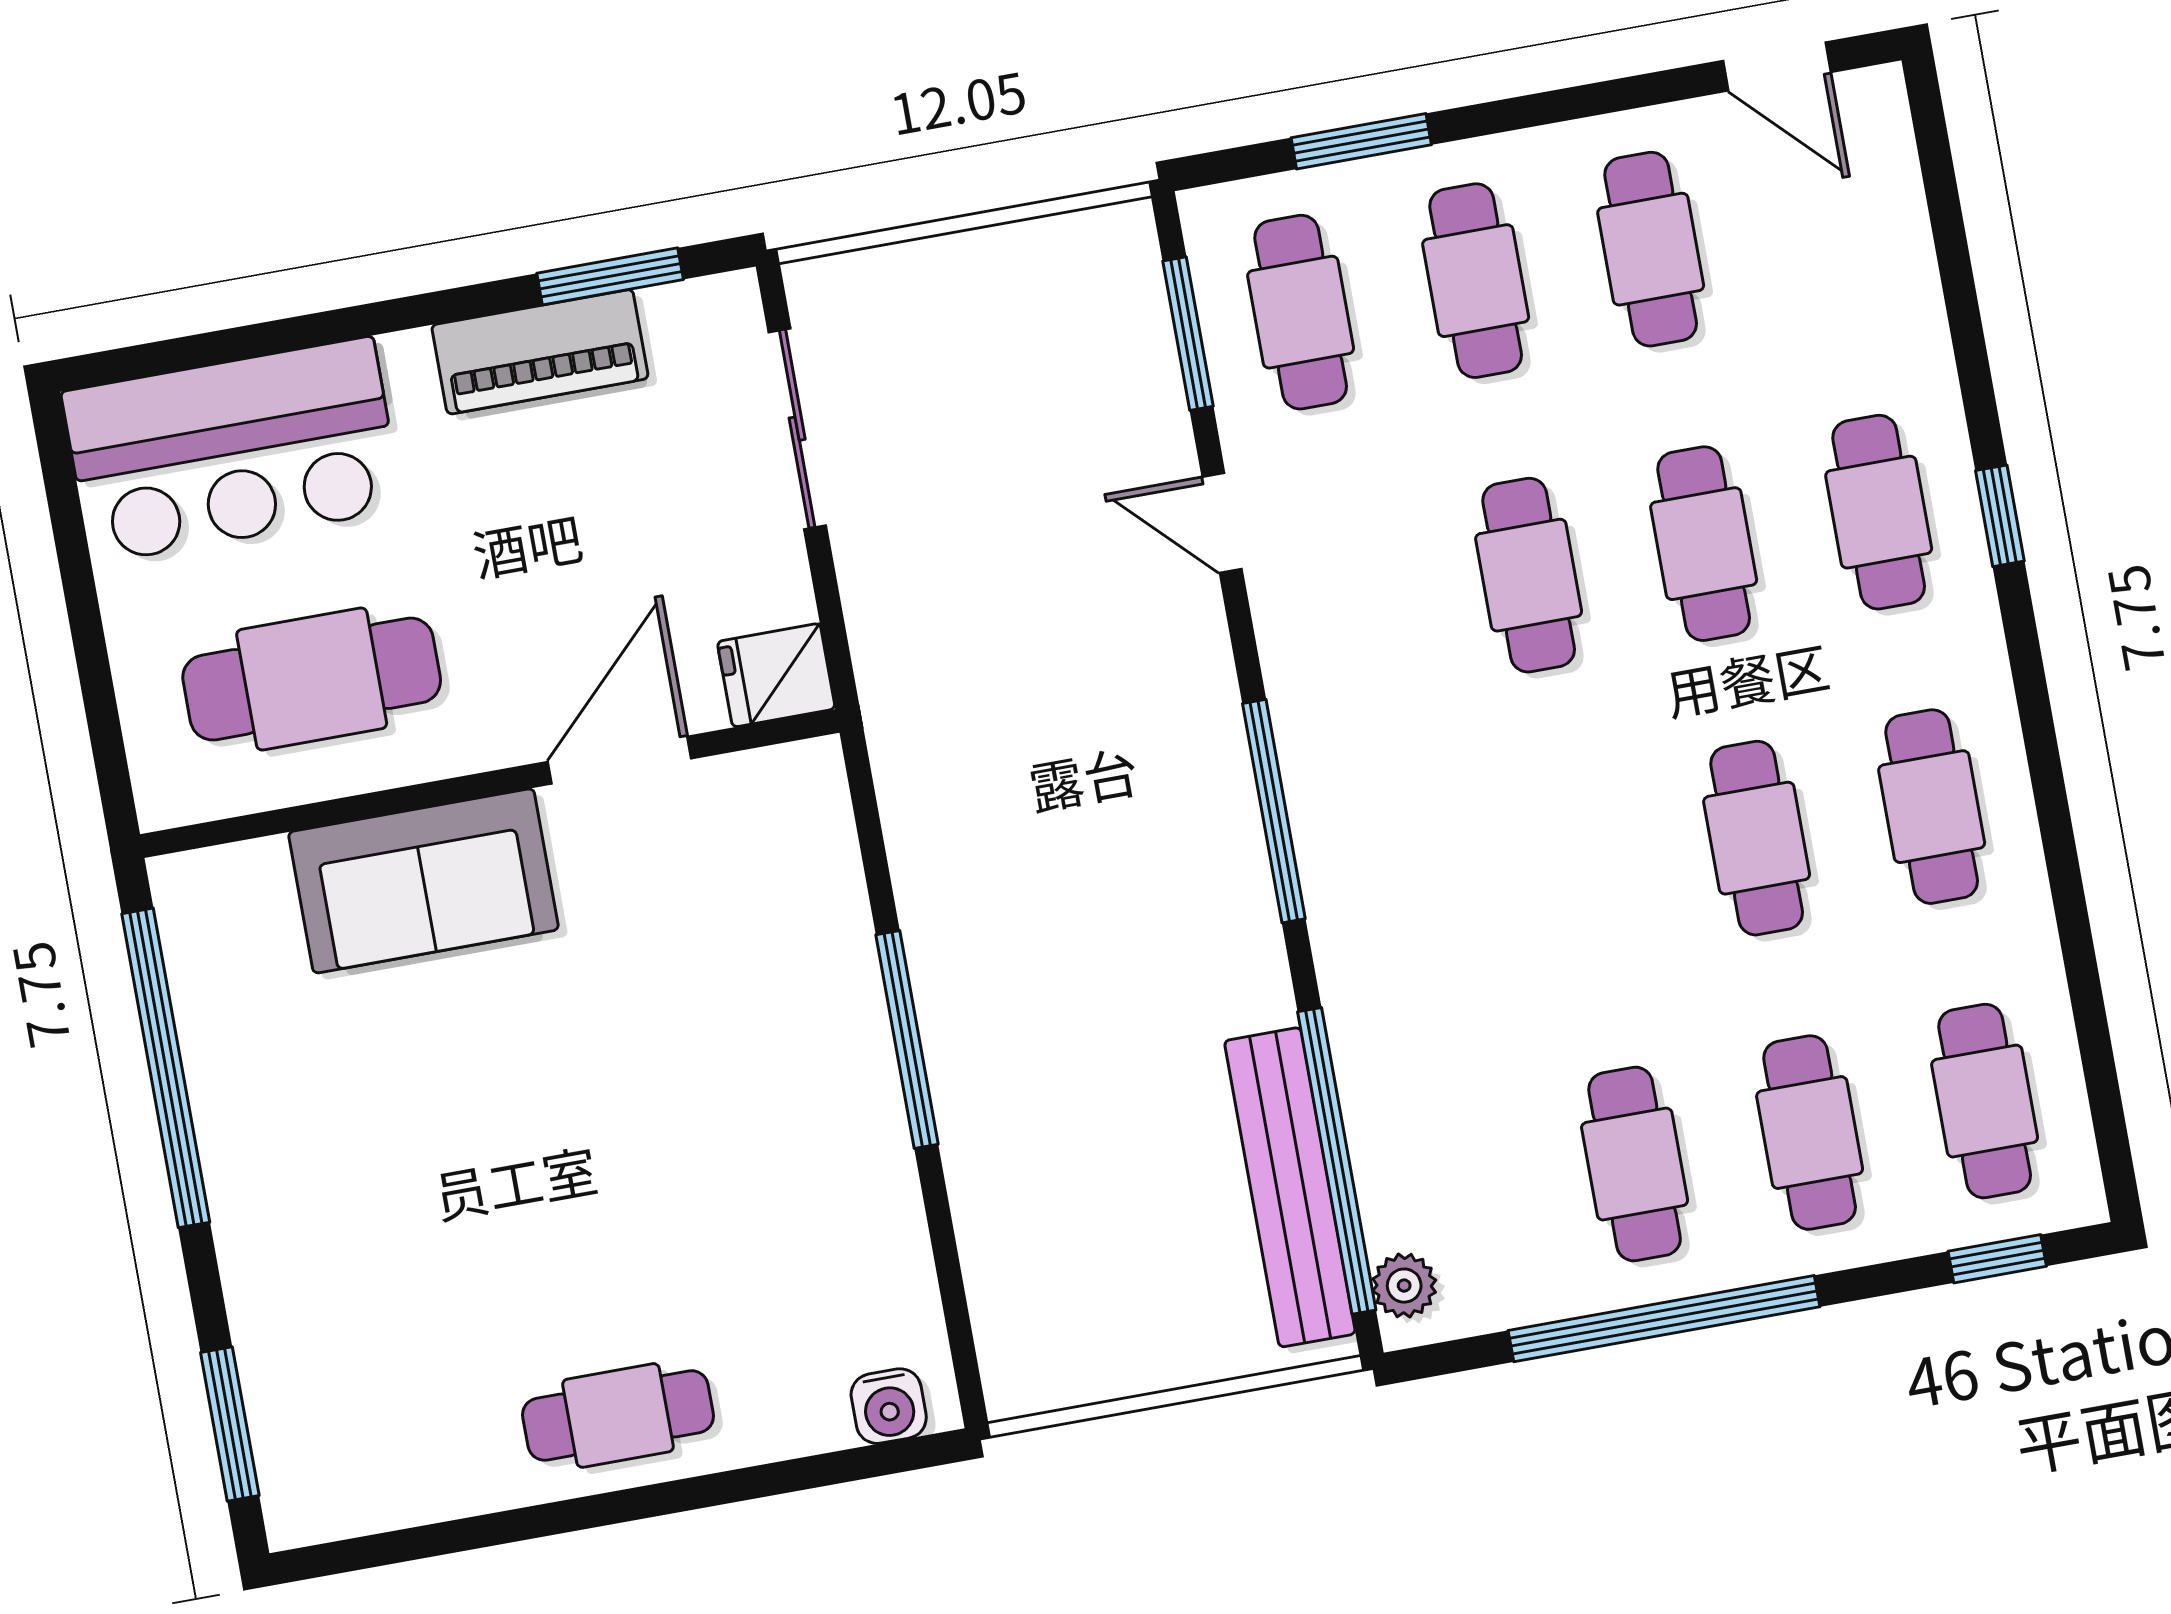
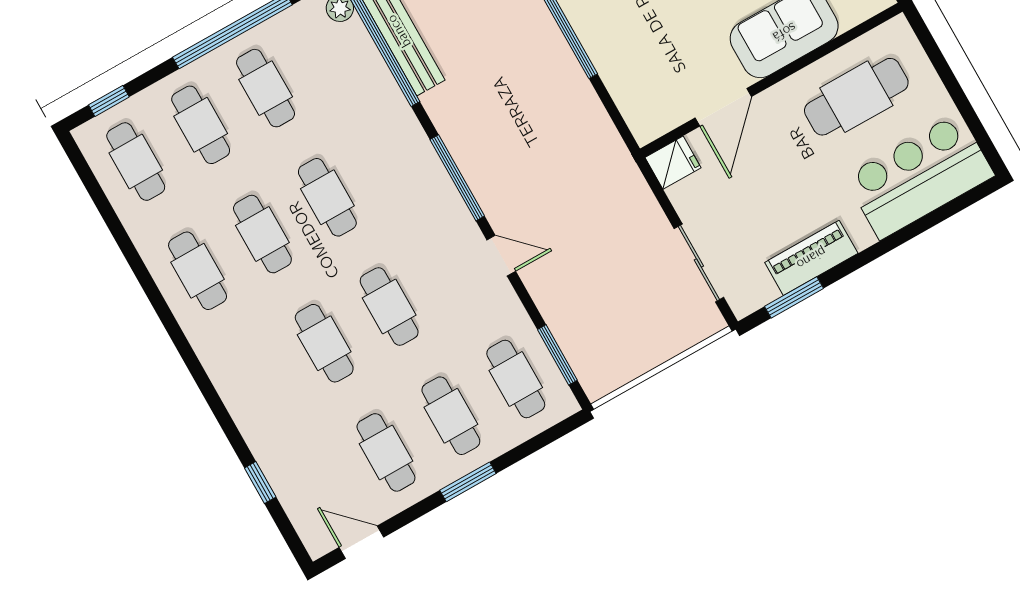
window: (1361, 141) -> (468, 482), moved
cafe table: (1879, 512) -> (327, 197), moved
window: (2000, 516) -> (260, 483), moved
door: (1222, 523) -> (501, 256), moved

